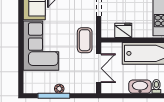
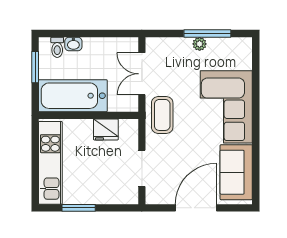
washbasin: (140, 87) -> (73, 44), width x0.52, depth x0.69

